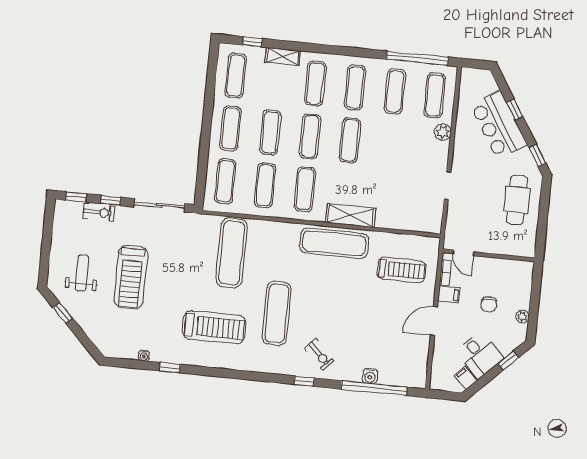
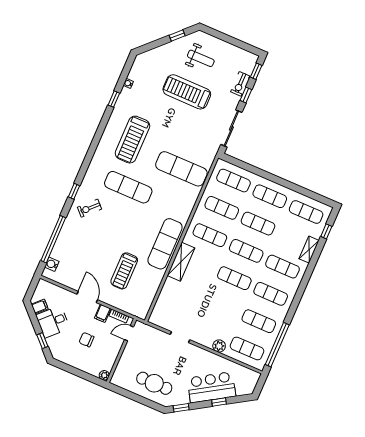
treadmill: (401, 270) -> (124, 271), moved
plant: (522, 317) -> (104, 375), moved
water cooler: (370, 376) -> (52, 264), moved

